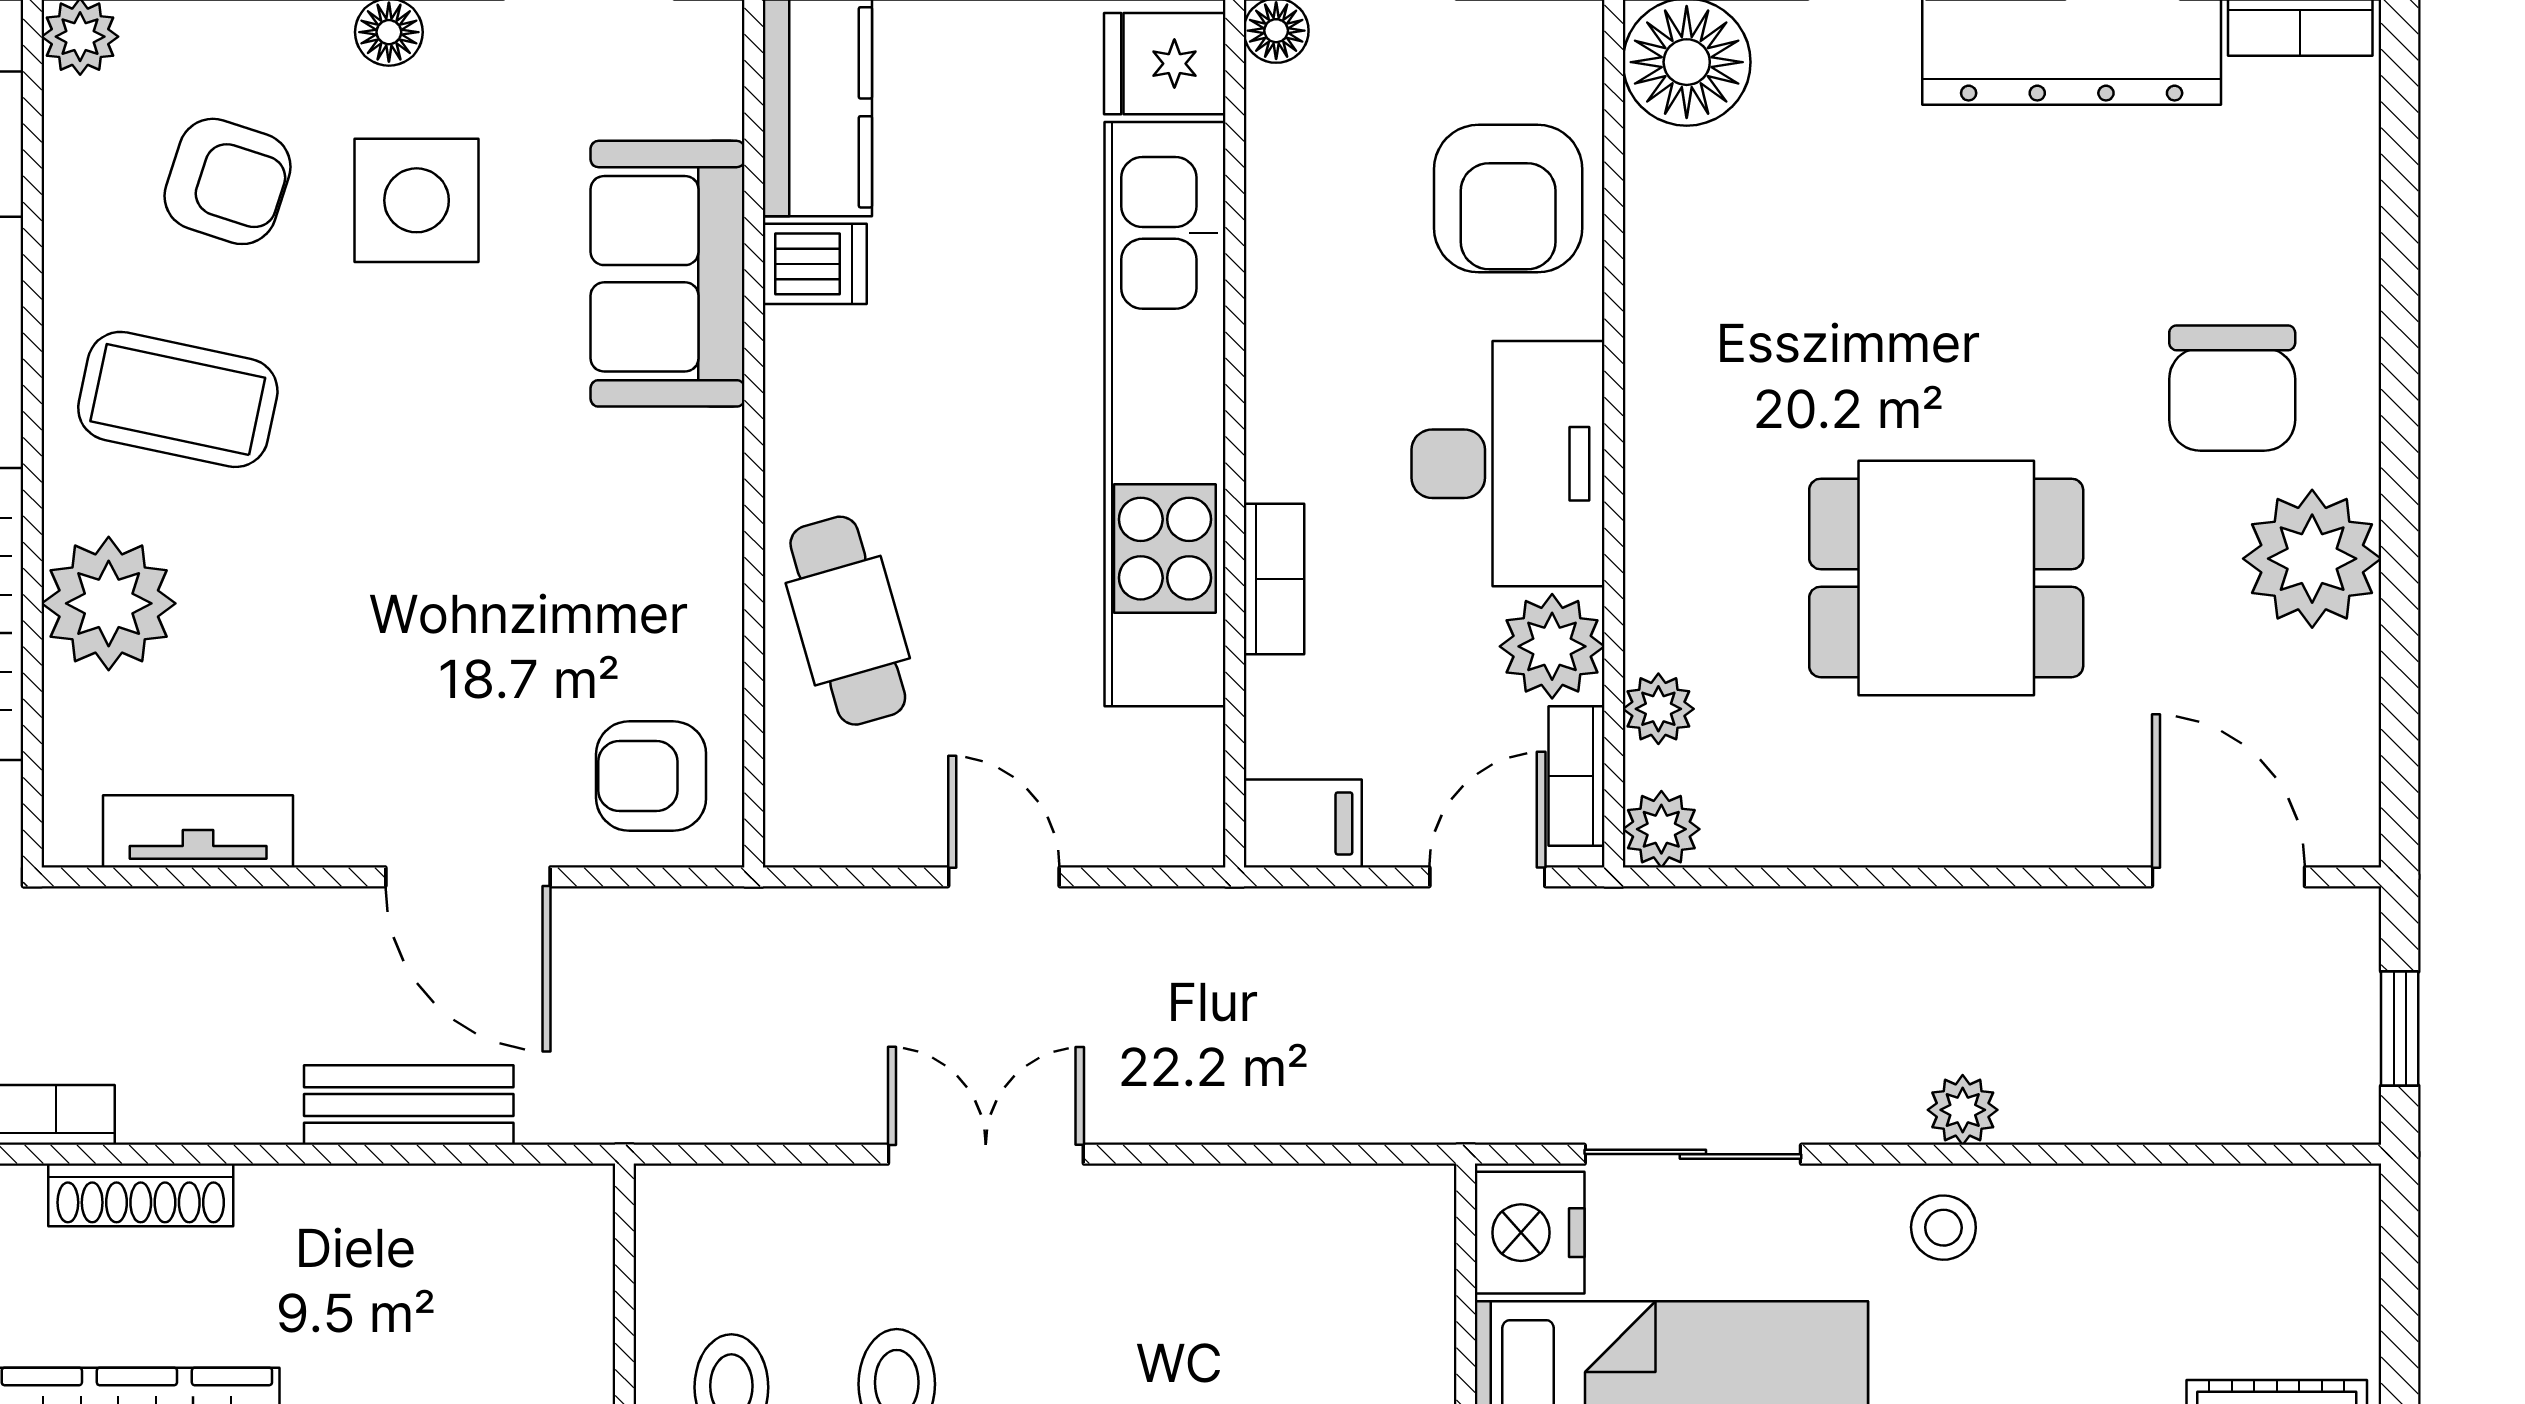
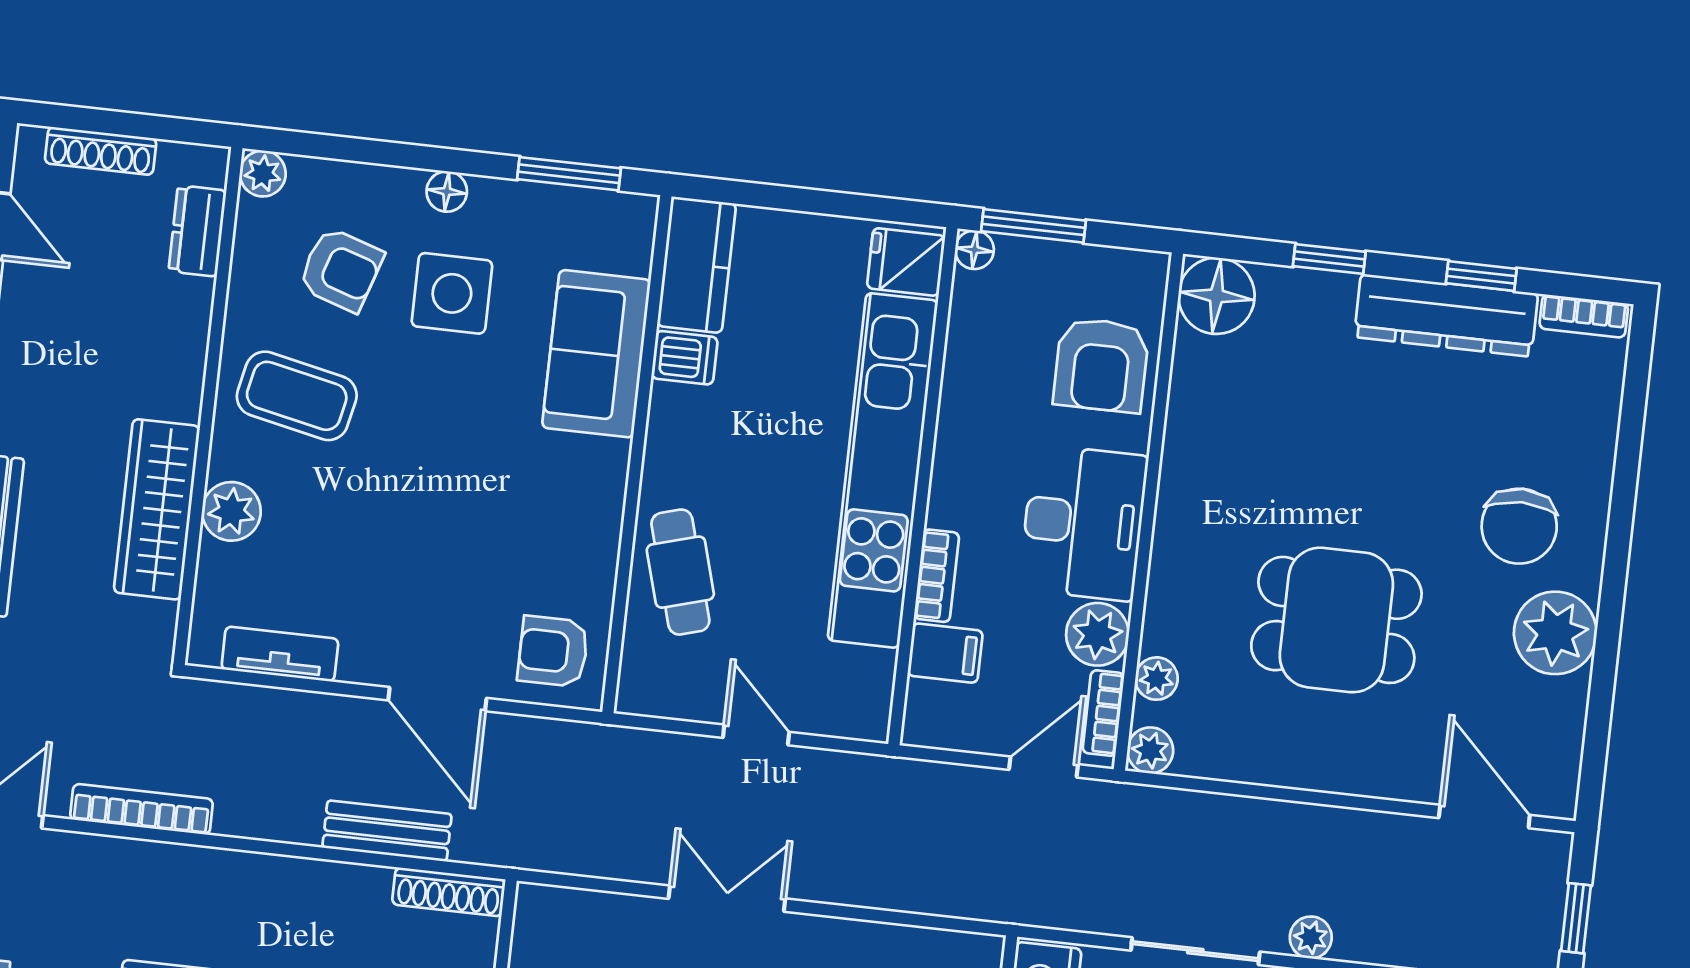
plant: (109, 603) -> (231, 511), width x0.73, depth x0.73
filing cabinet: (1303, 823) -> (945, 653), moved
sliding door: (1693, 1154) -> (1195, 951), moved
shoe rack: (141, 1195) -> (449, 892), moved

